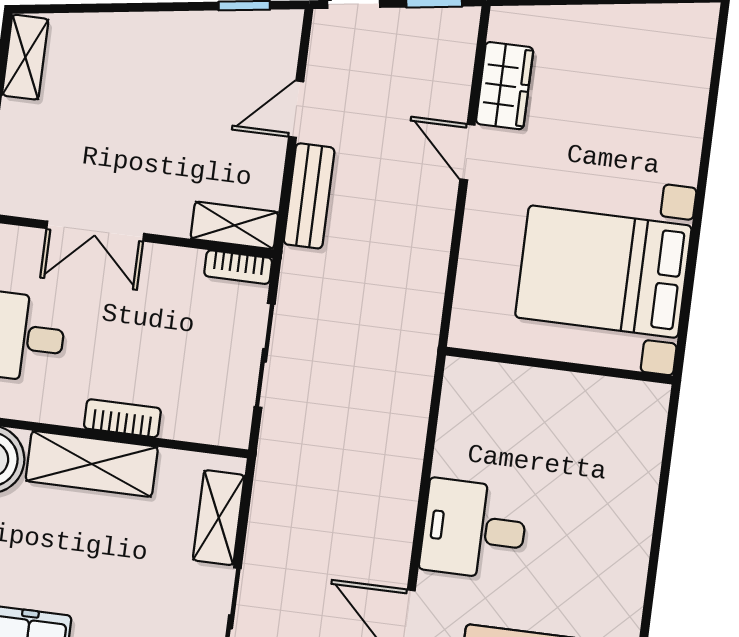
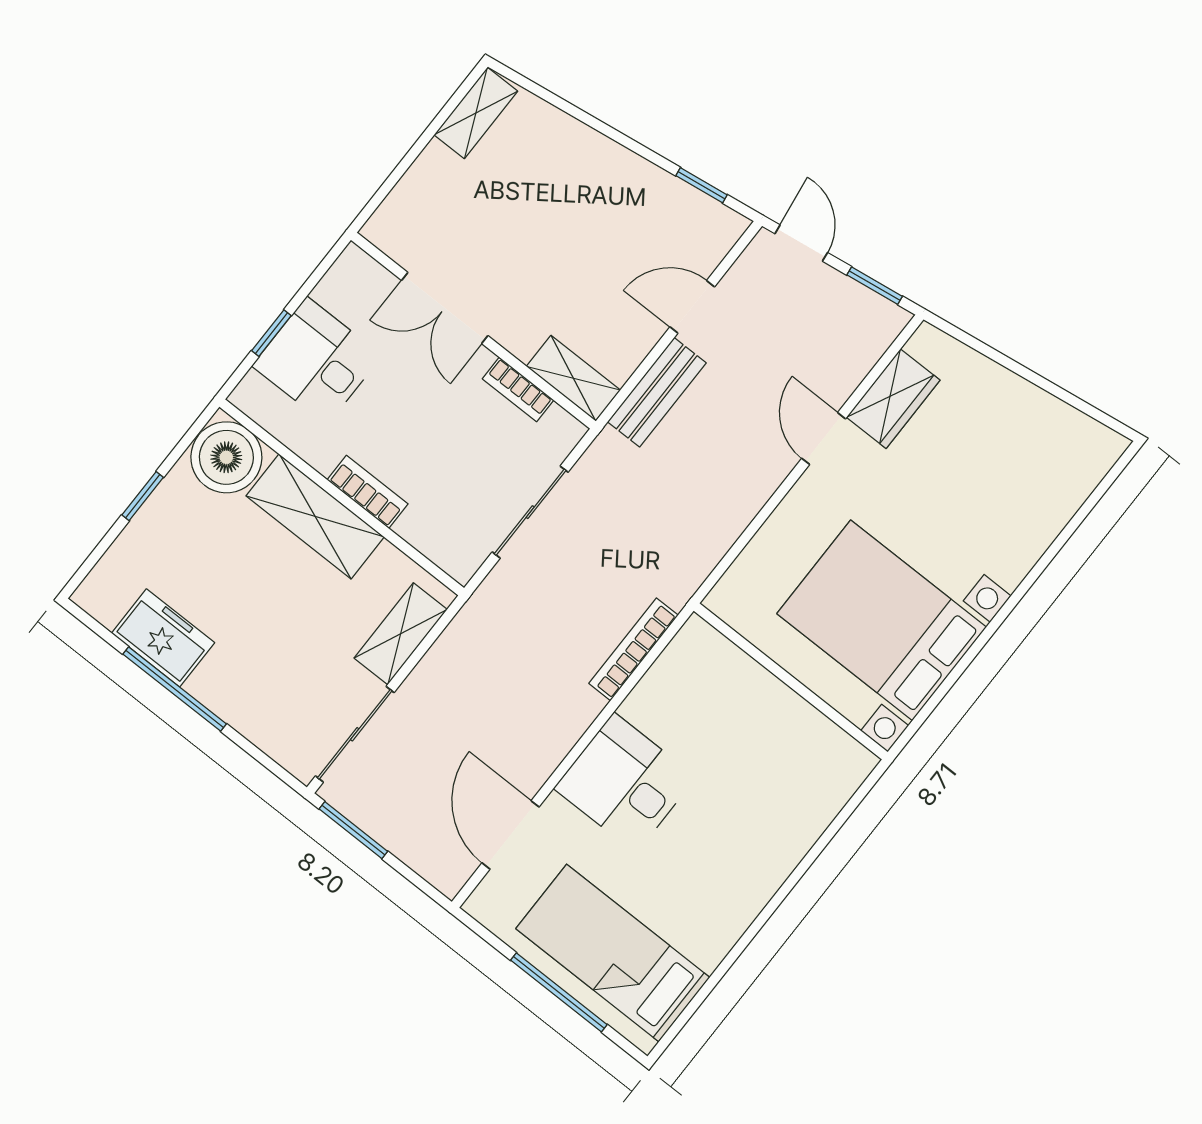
bookcase: (238, 267) -> (518, 389), moved
bookcase: (416, 416) -> (633, 649), added

